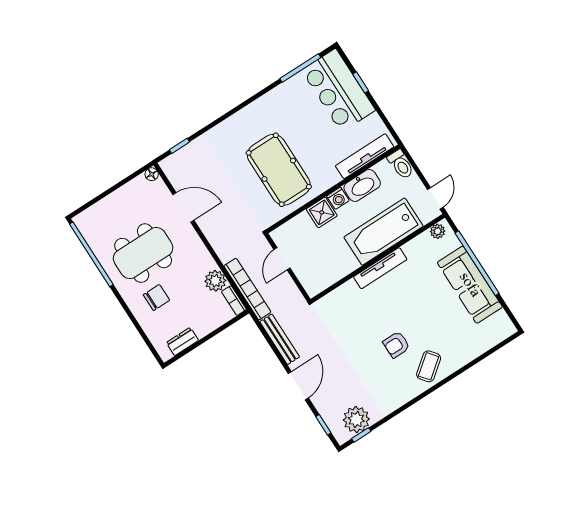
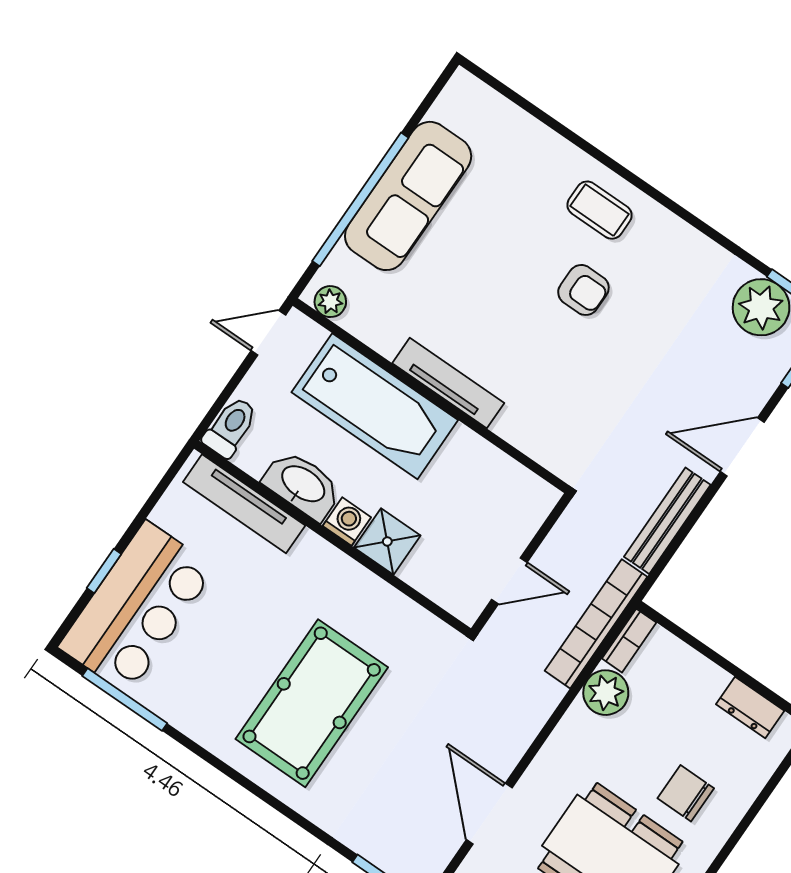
pool table: (279, 170) -> (312, 703), moved
coffee table: (429, 366) -> (600, 210), turned 38

